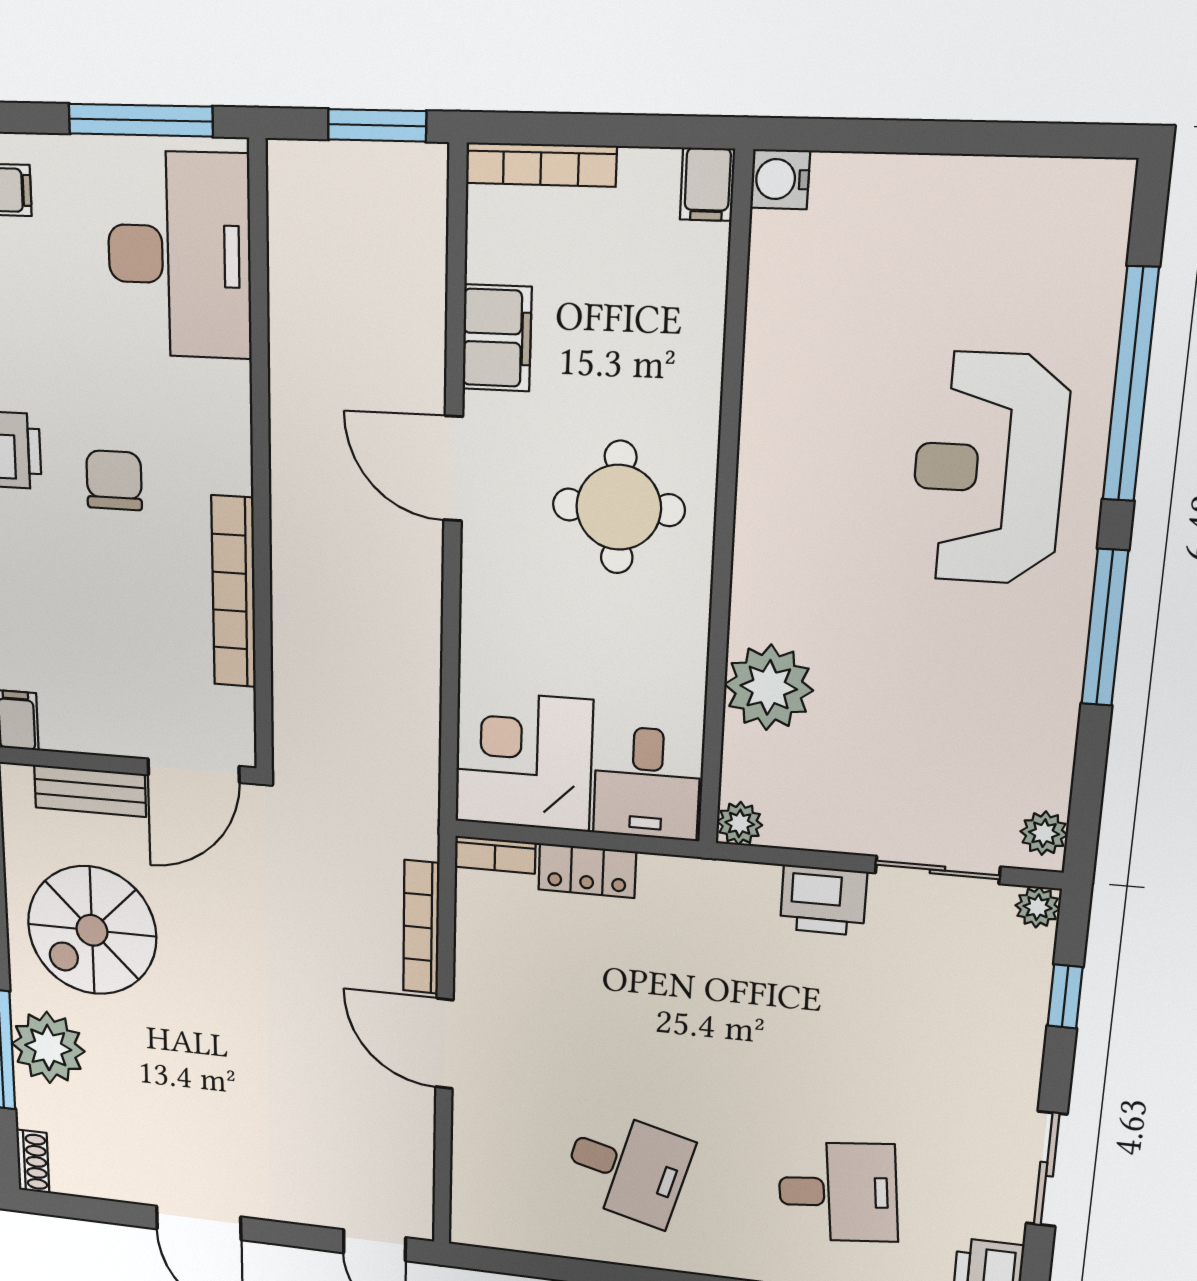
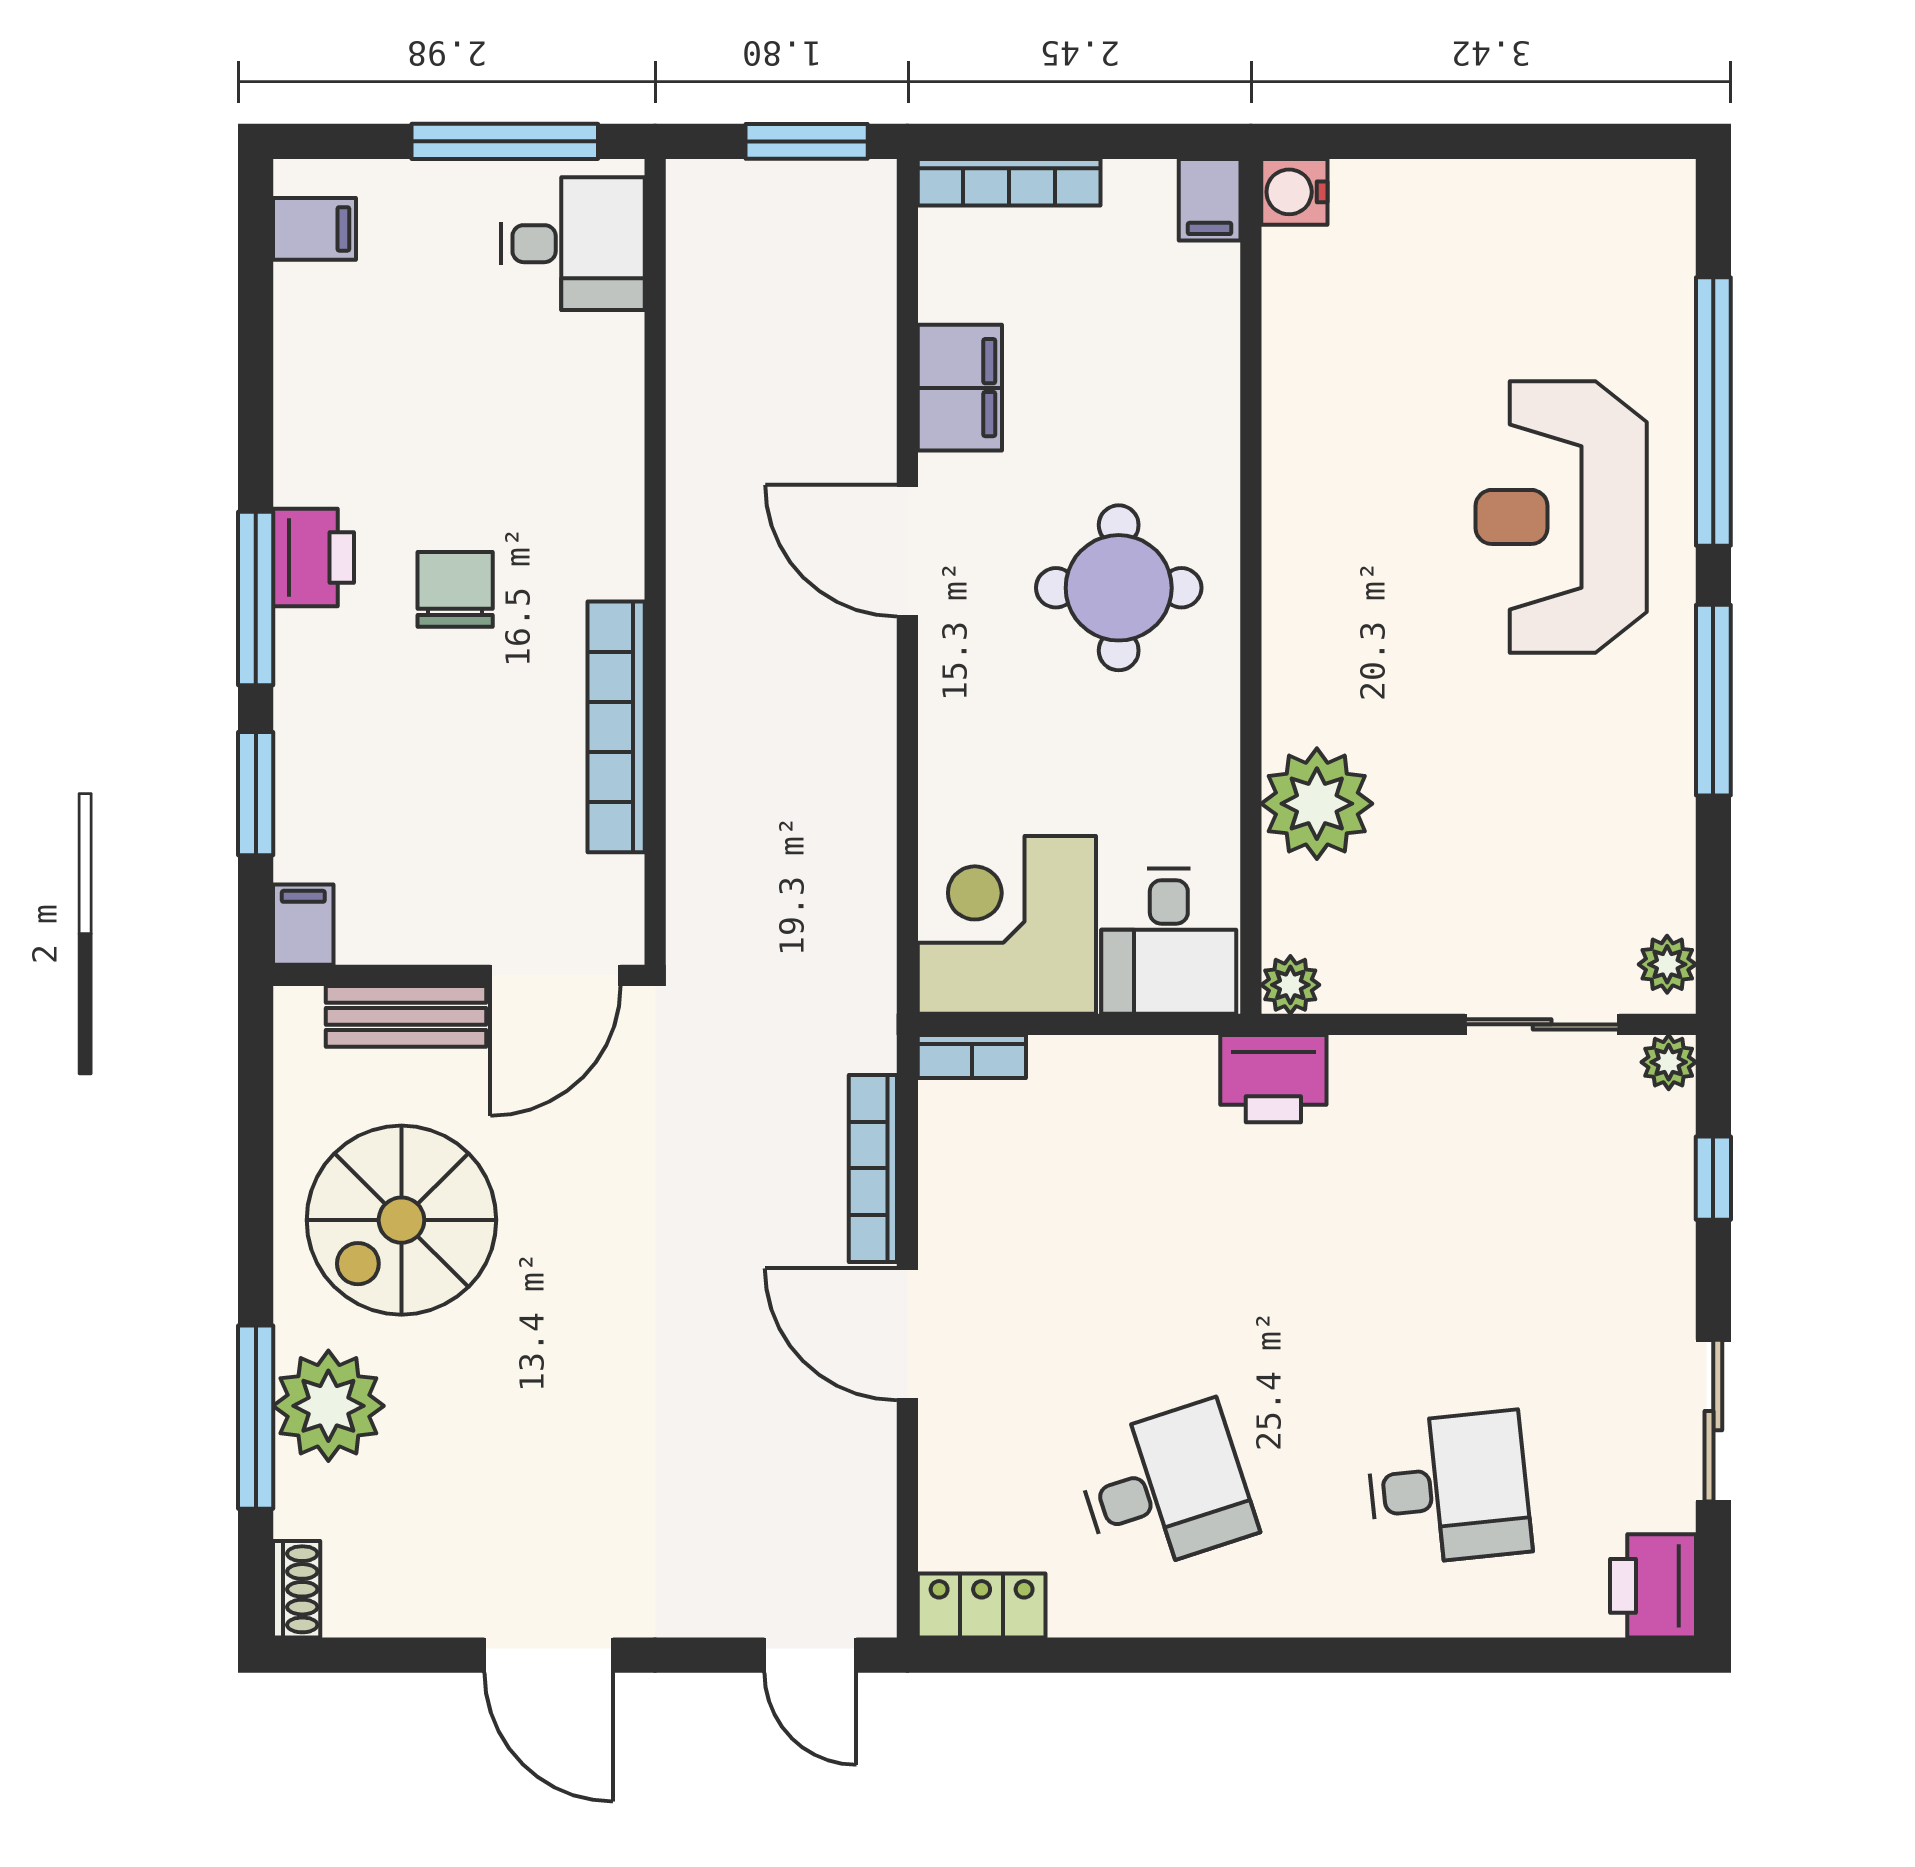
desk: (179, 255) -> (573, 244), width x0.53, depth x0.77
locker: (587, 871) -> (982, 1605), moved, turned 180
printer: (823, 900) -> (1273, 1079), moved
desk: (627, 1168) -> (1165, 1488), turned -33

